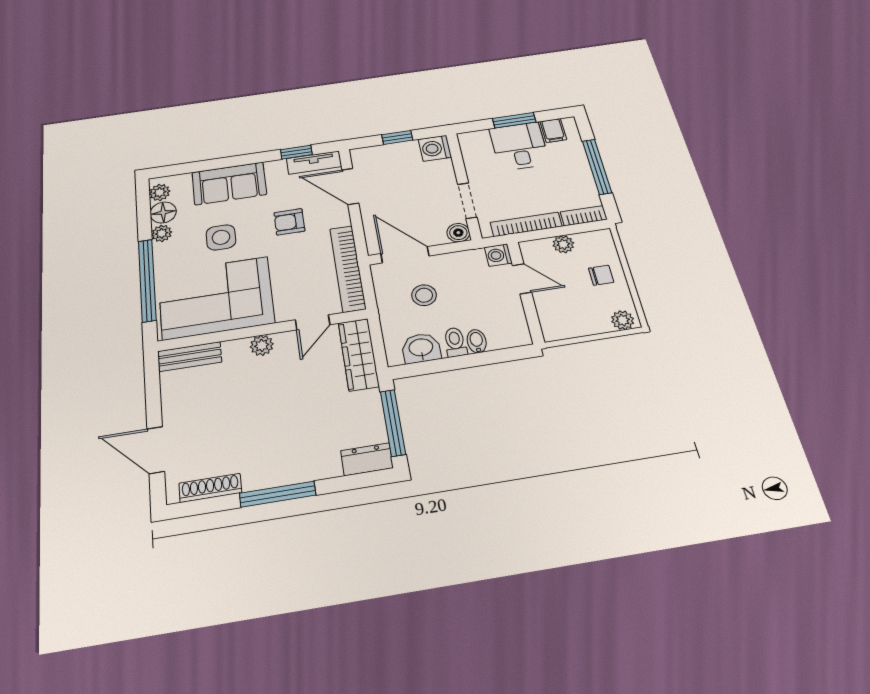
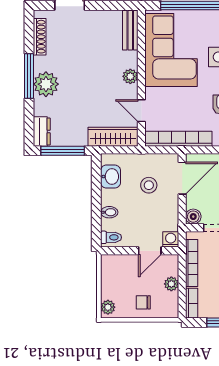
chair: (601, 275) -> (143, 302), turned 90
toilet: (455, 342) -> (111, 237), moved
plant: (288, 465) -> (46, 84), added

